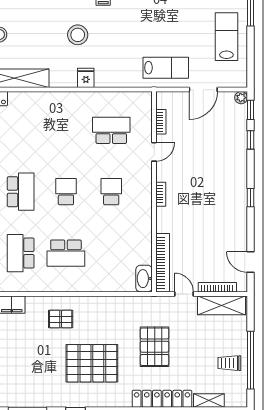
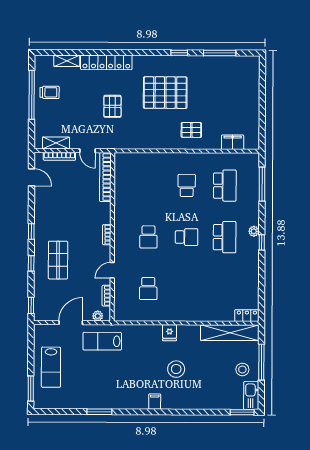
plant: (241, 98) -> (98, 316), moved
school desk: (111, 130) -> (148, 289), width x0.54
window: (251, 140) -> (31, 263), moved
shop shelf: (219, 164) -> (58, 260), added
school desk: (21, 192) -> (225, 237), turned 180
school desk: (66, 192) -> (187, 237), turned -90
school desk: (66, 253) -> (187, 185), width x0.54
washbasin: (144, 279) -> (121, 164), removed
shelving: (222, 305) -> (56, 143), width x0.67, depth x0.75
pallet: (155, 347) -> (112, 106), width x0.67, depth x0.71

